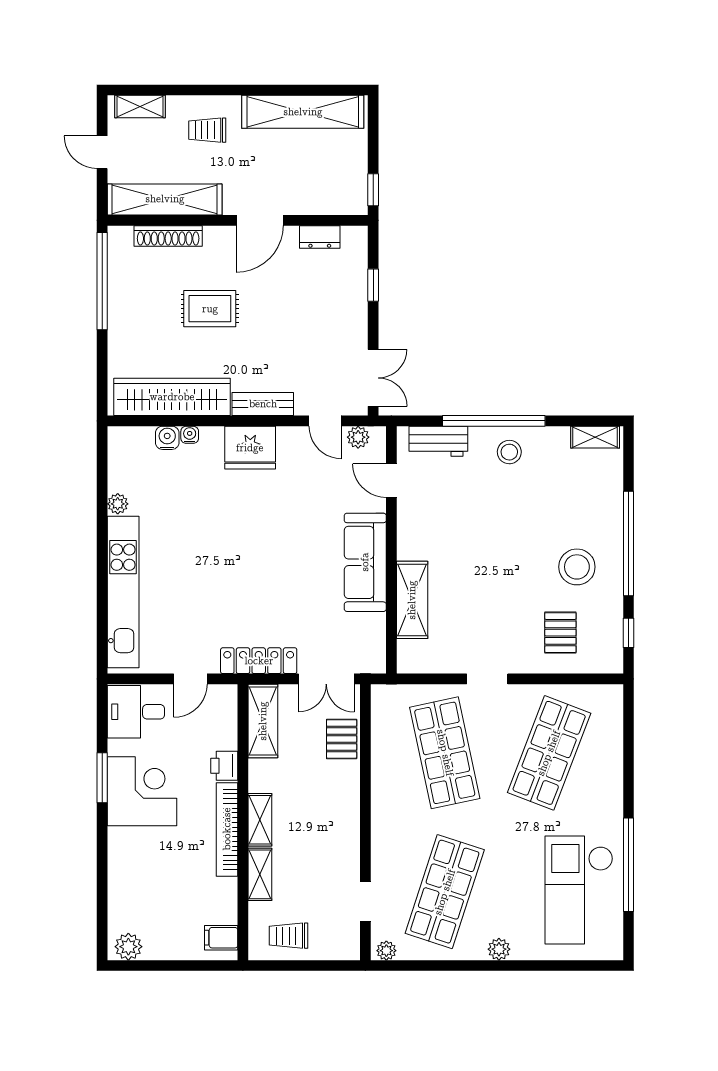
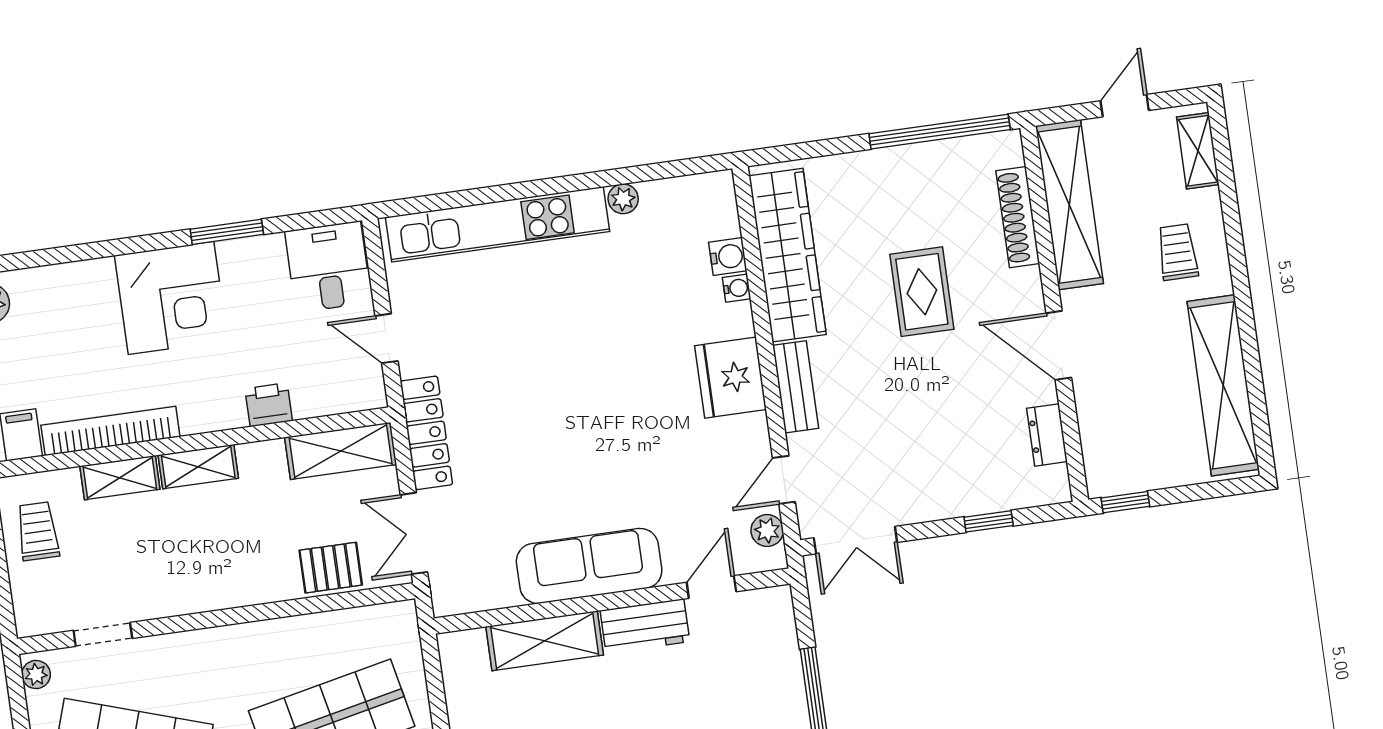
workbench: (438, 441) -> (645, 626), moved, turned -90
corner desk: (142, 791) -> (171, 298), moved
bookcase: (227, 829) -> (110, 431), moved

